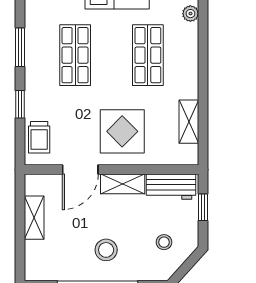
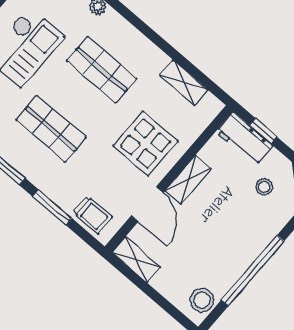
window: (20, 104) -> (52, 207), width x1.50
workbench: (171, 187) -> (244, 139), moved, turned 90
shelving: (34, 218) -> (136, 260), moved
stool: (106, 250) -> (202, 300), moved

